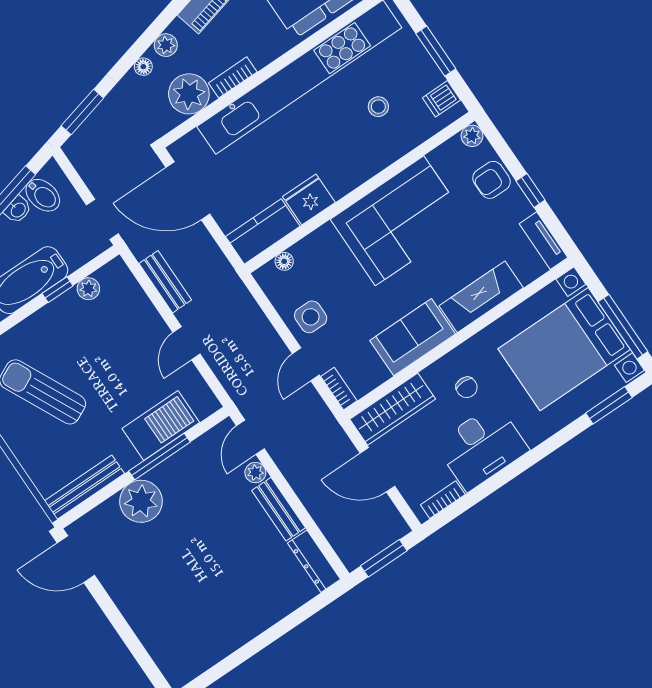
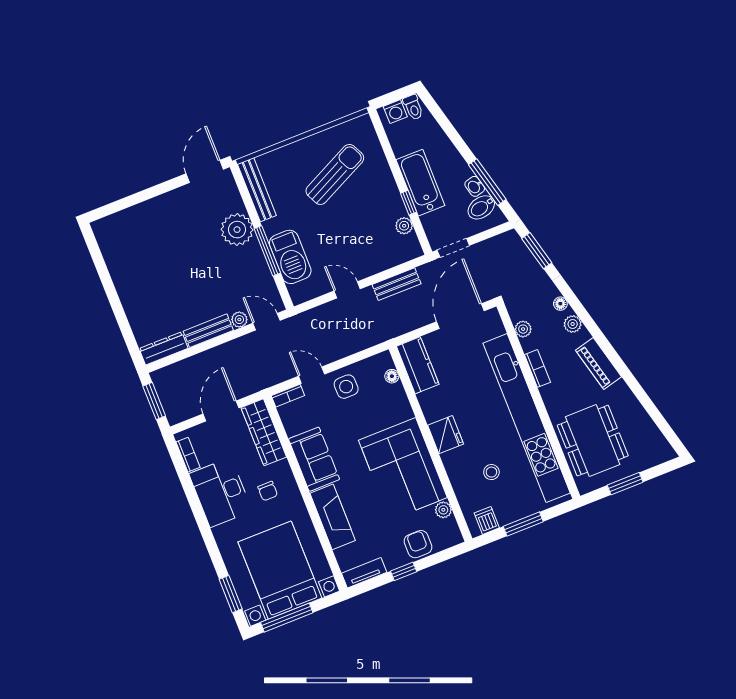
plant: (189, 94) -> (523, 329), width x0.53, depth x0.53
plant: (472, 136) -> (443, 510), moved
fridge: (309, 199) -> (446, 435), moved
chair: (467, 387) -> (268, 491), turned -90

